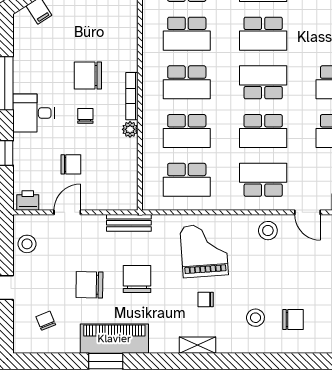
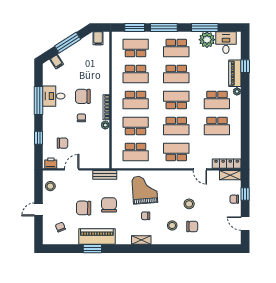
desk: (33, 113) -> (54, 96), moved
school desk: (187, 131) -> (136, 126), turned 180
chair: (71, 164) -> (62, 143), moved
stool: (268, 231) -> (189, 204), moved

